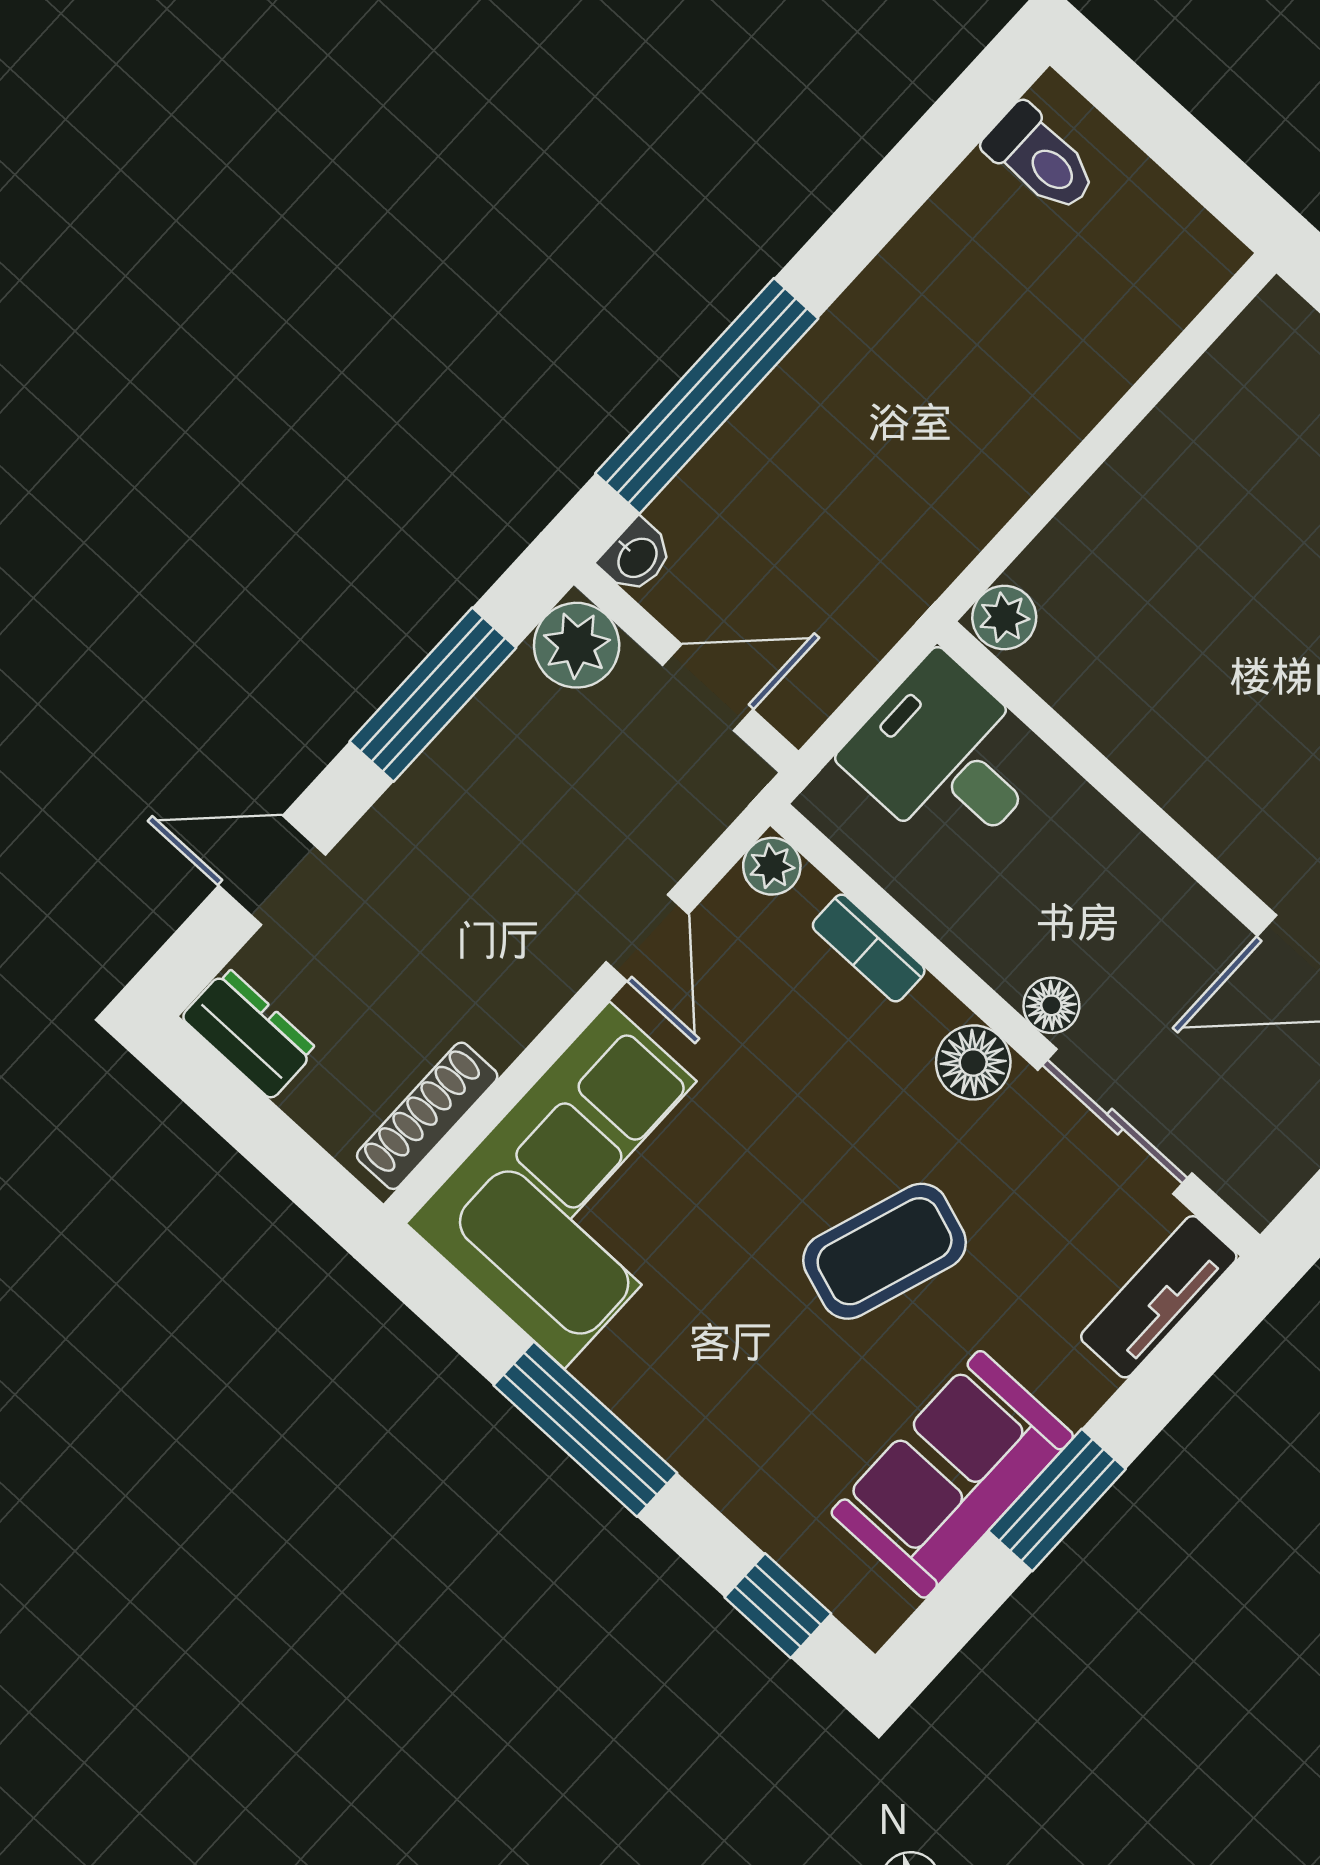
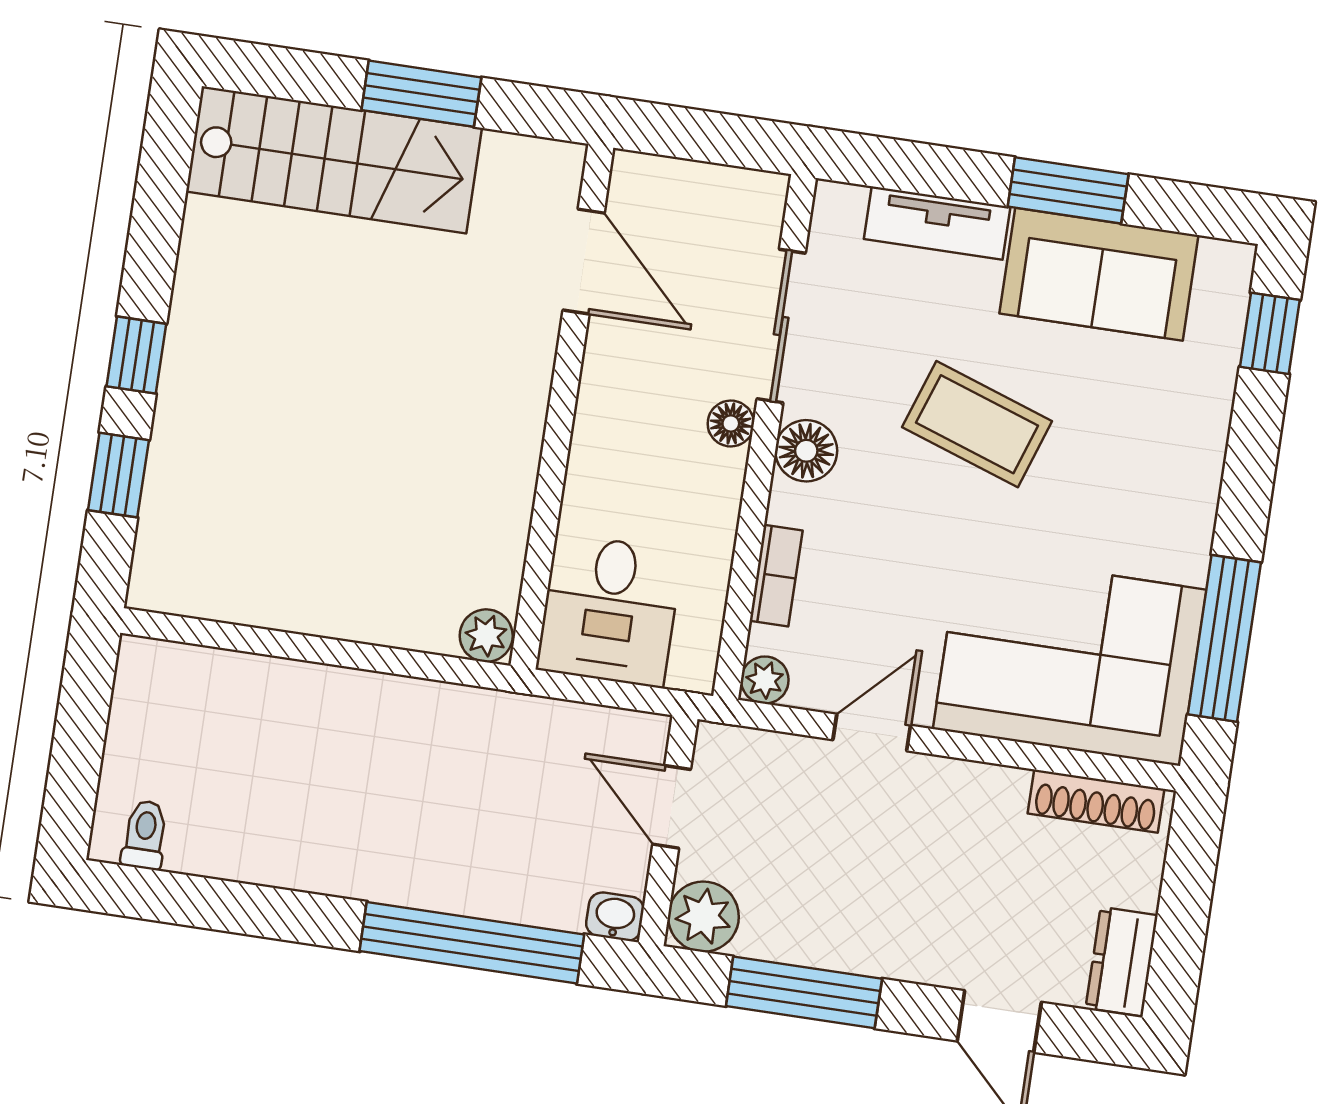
toilet: (1041, 159) -> (145, 835), width x0.73, depth x0.72
tv unit: (1159, 1297) -> (937, 223), moved
window: (585, 1429) -> (1224, 638), moved

